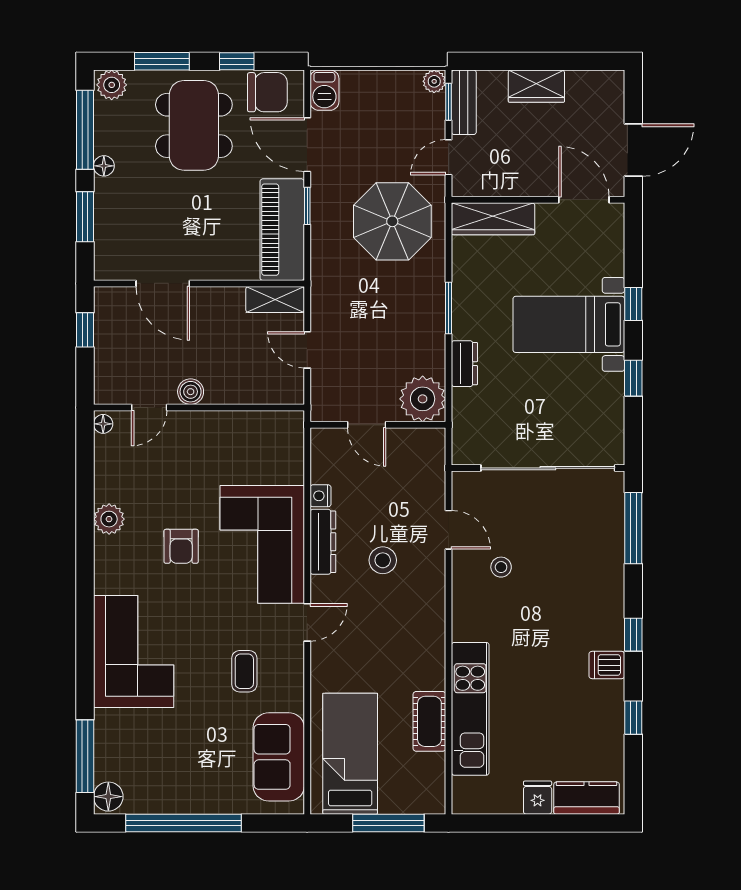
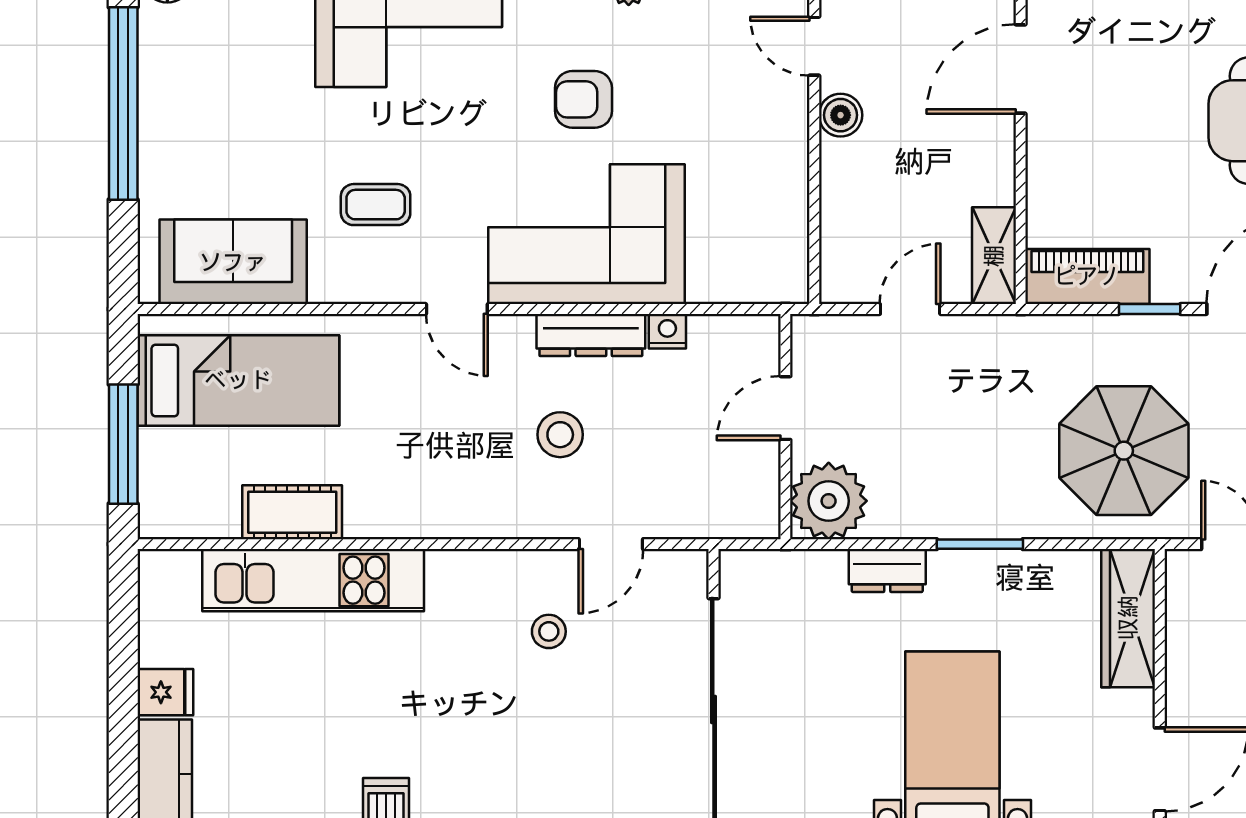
piano: (282, 230) -> (1087, 276), width x0.73, depth x0.75

